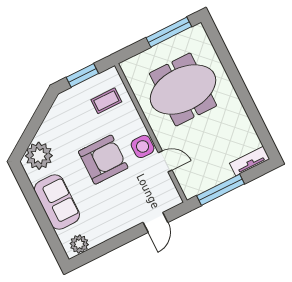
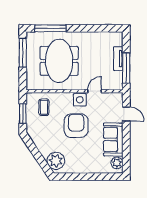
window: (223, 54) -> (50, 28), added
tv unit: (250, 161) -> (118, 59), moved
sofa: (57, 202) -> (113, 139), moved, turned -90

